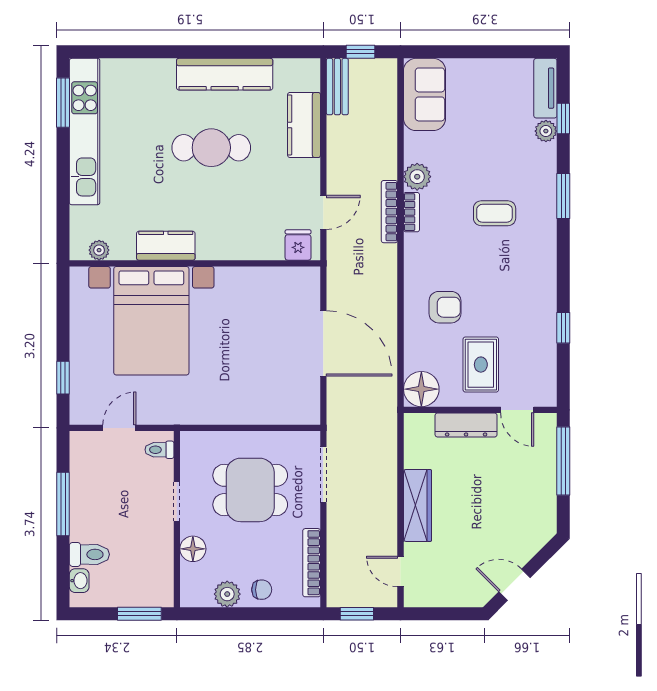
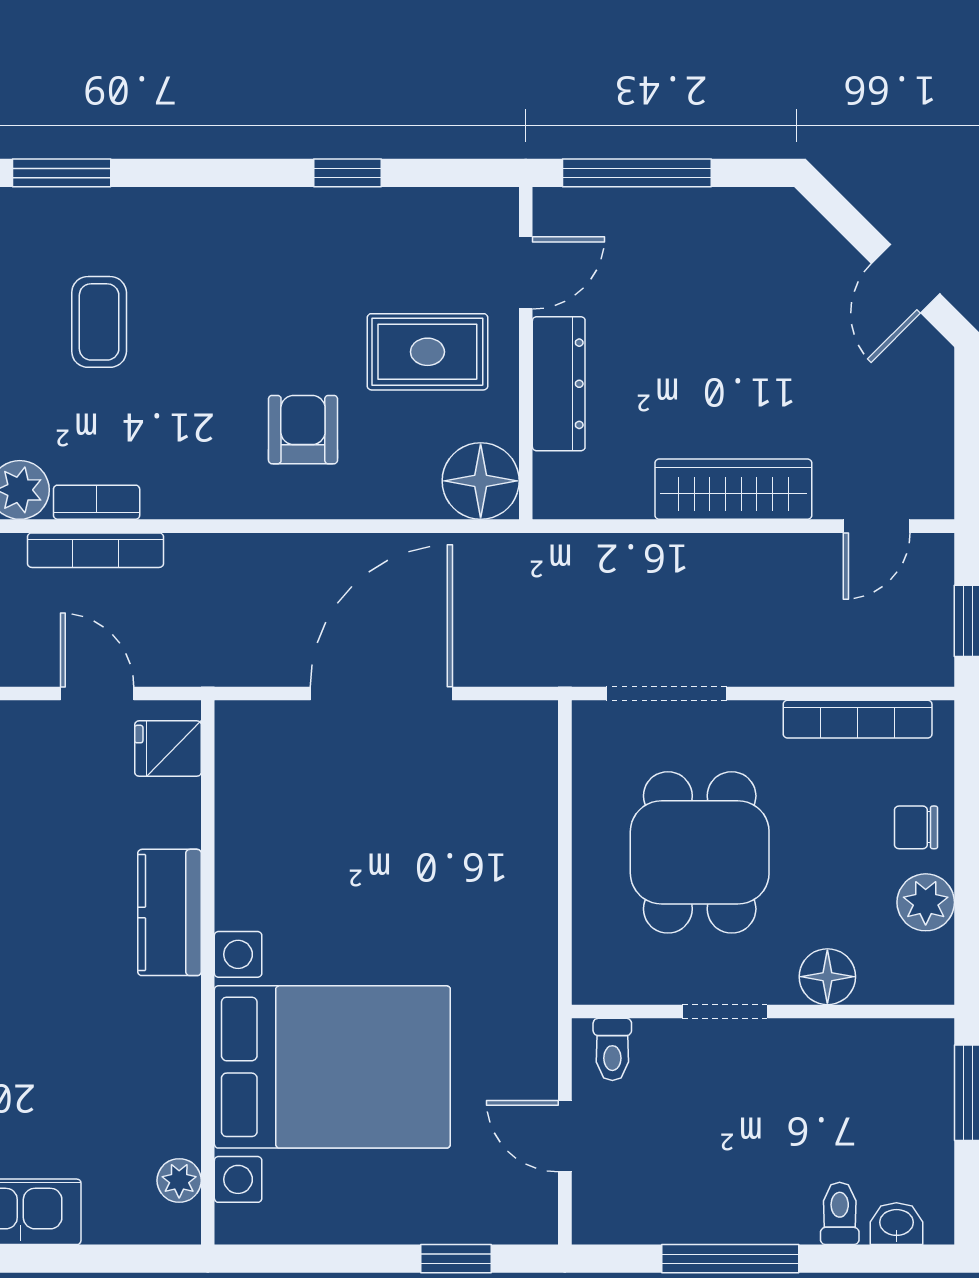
kitchen counter: (166, 246) -> (169, 912), moved
toilet: (89, 554) -> (840, 1213), width x0.73, depth x0.72
chair: (262, 590) -> (916, 827), turned -90

